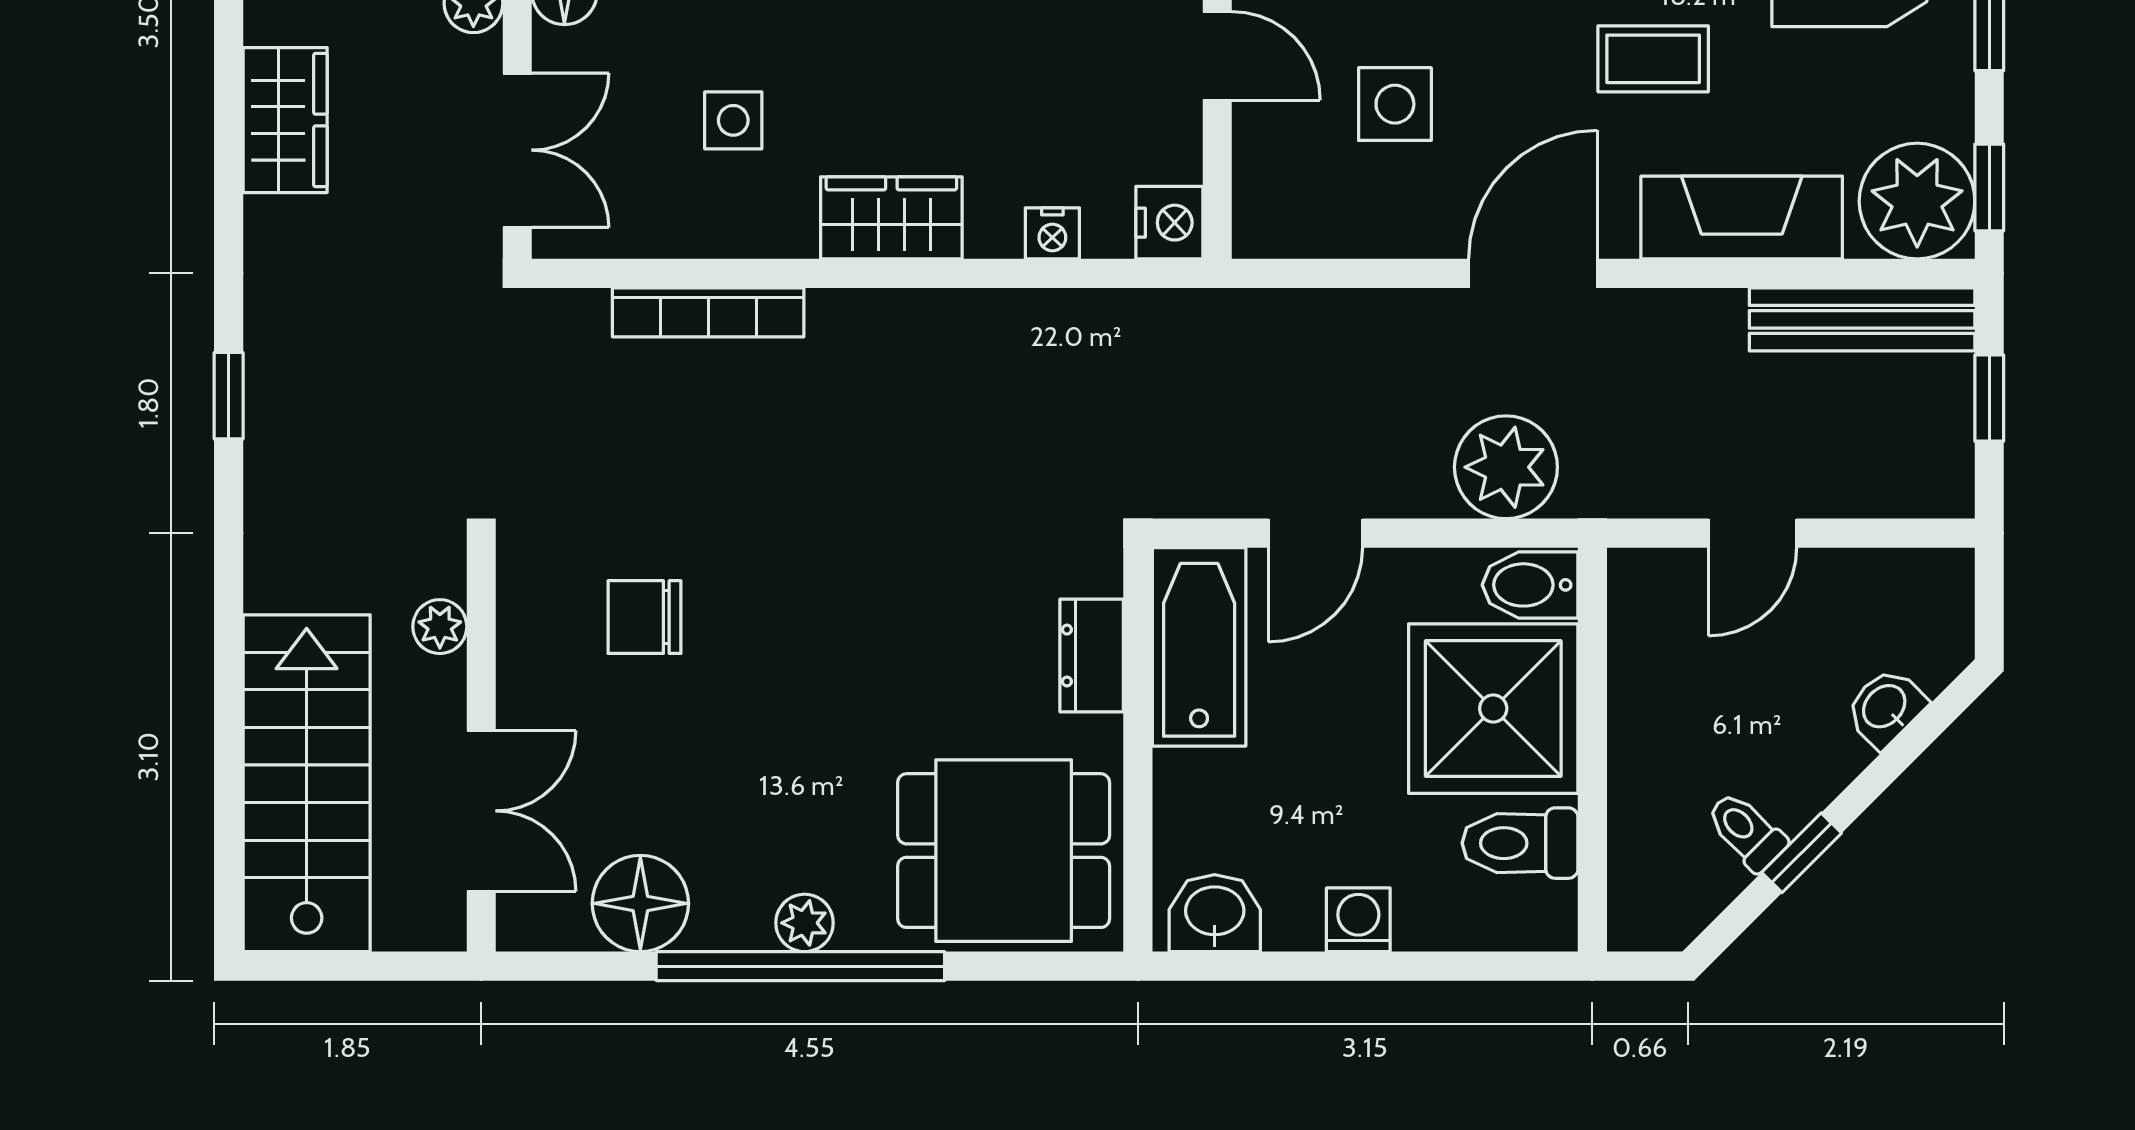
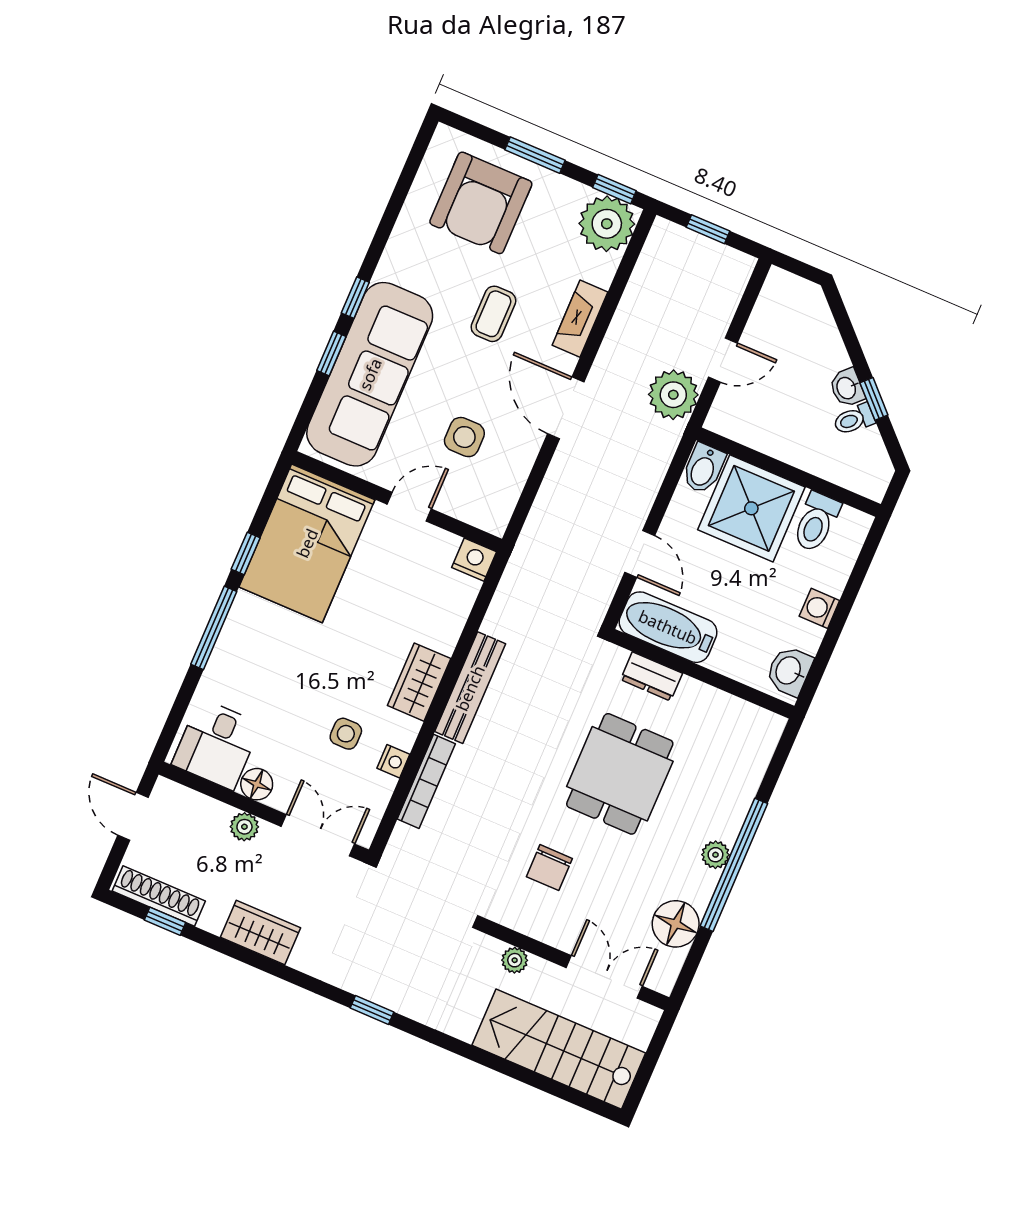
fireplace: (1742, 217) -> (580, 319), width x0.73, depth x0.76
nightstand: (1052, 233) -> (393, 761), moved
bench: (1862, 319) -> (470, 688), moved
plant: (1506, 467) -> (673, 395), moved
door: (1752, 533) -> (723, 360), hinge flipped
washbasin: (1885, 707) -> (847, 388), moved
dining table: (1004, 851) -> (620, 774), moved

